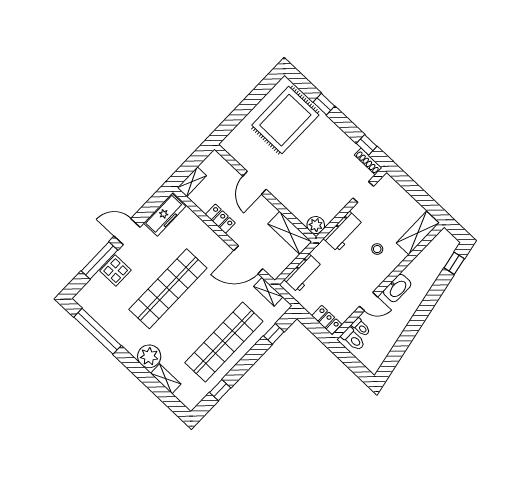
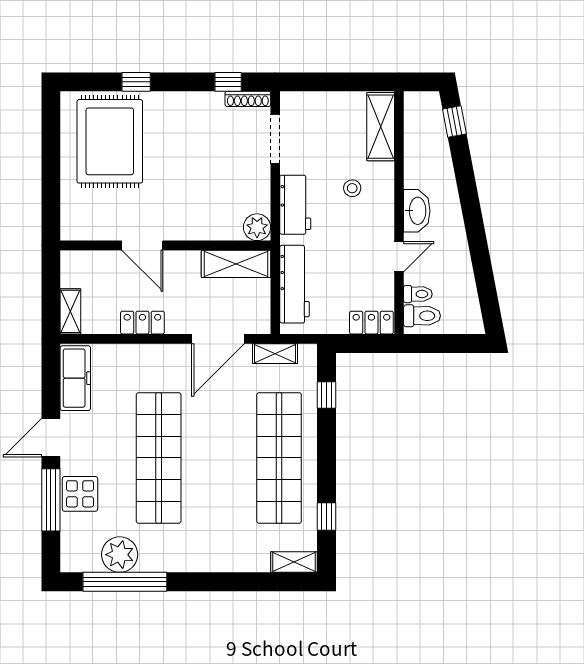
doorway: (363, 192) -> (275, 139), width x1.38
workbench: (303, 273) -> (295, 284), width x1.38
plant: (149, 356) -> (120, 555), moved
shelving: (166, 379) -> (294, 562), moved

